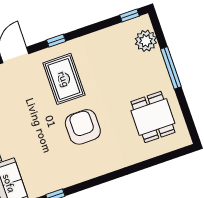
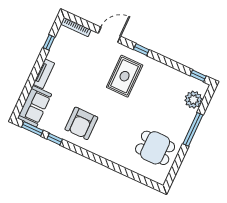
dining table: (153, 117) -> (155, 148), turned 90
armchair: (83, 127) -> (81, 123), moved, turned 180

